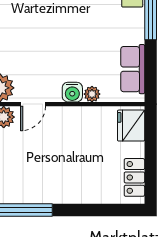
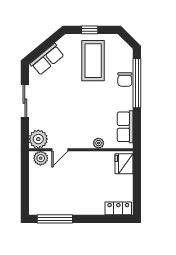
water cooler: (72, 92) -> (86, 142), removed
locker: (134, 177) -> (118, 208), moved, turned 90

